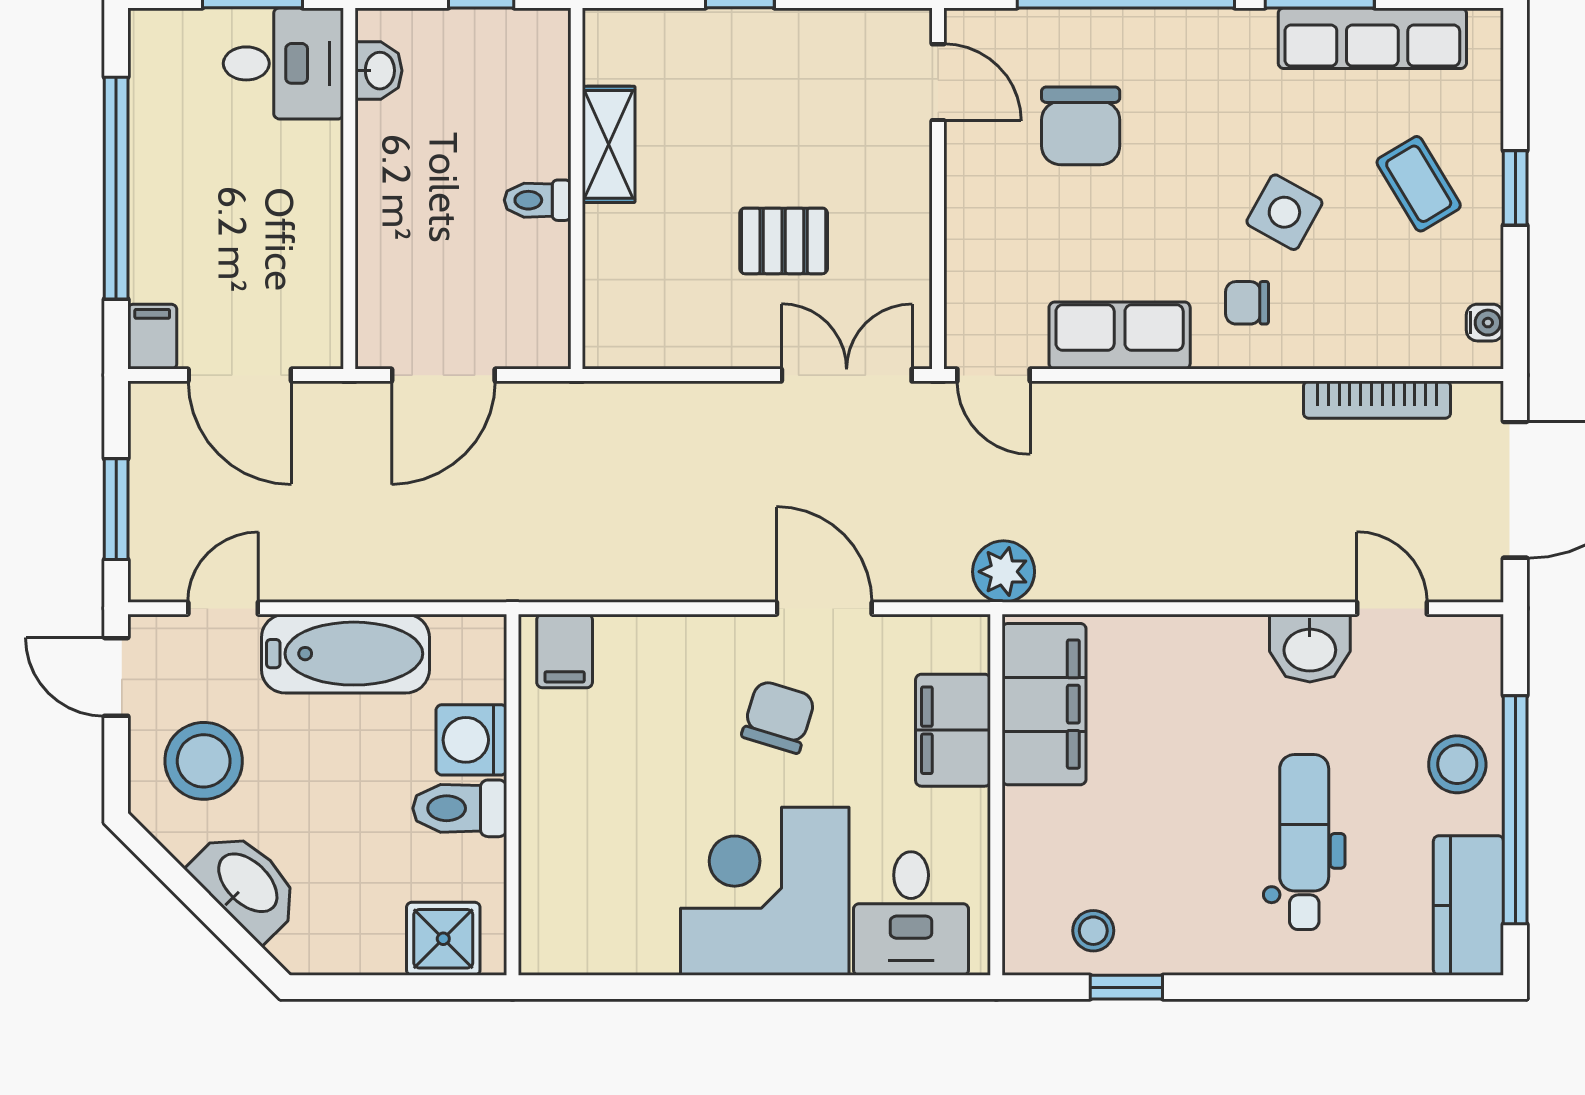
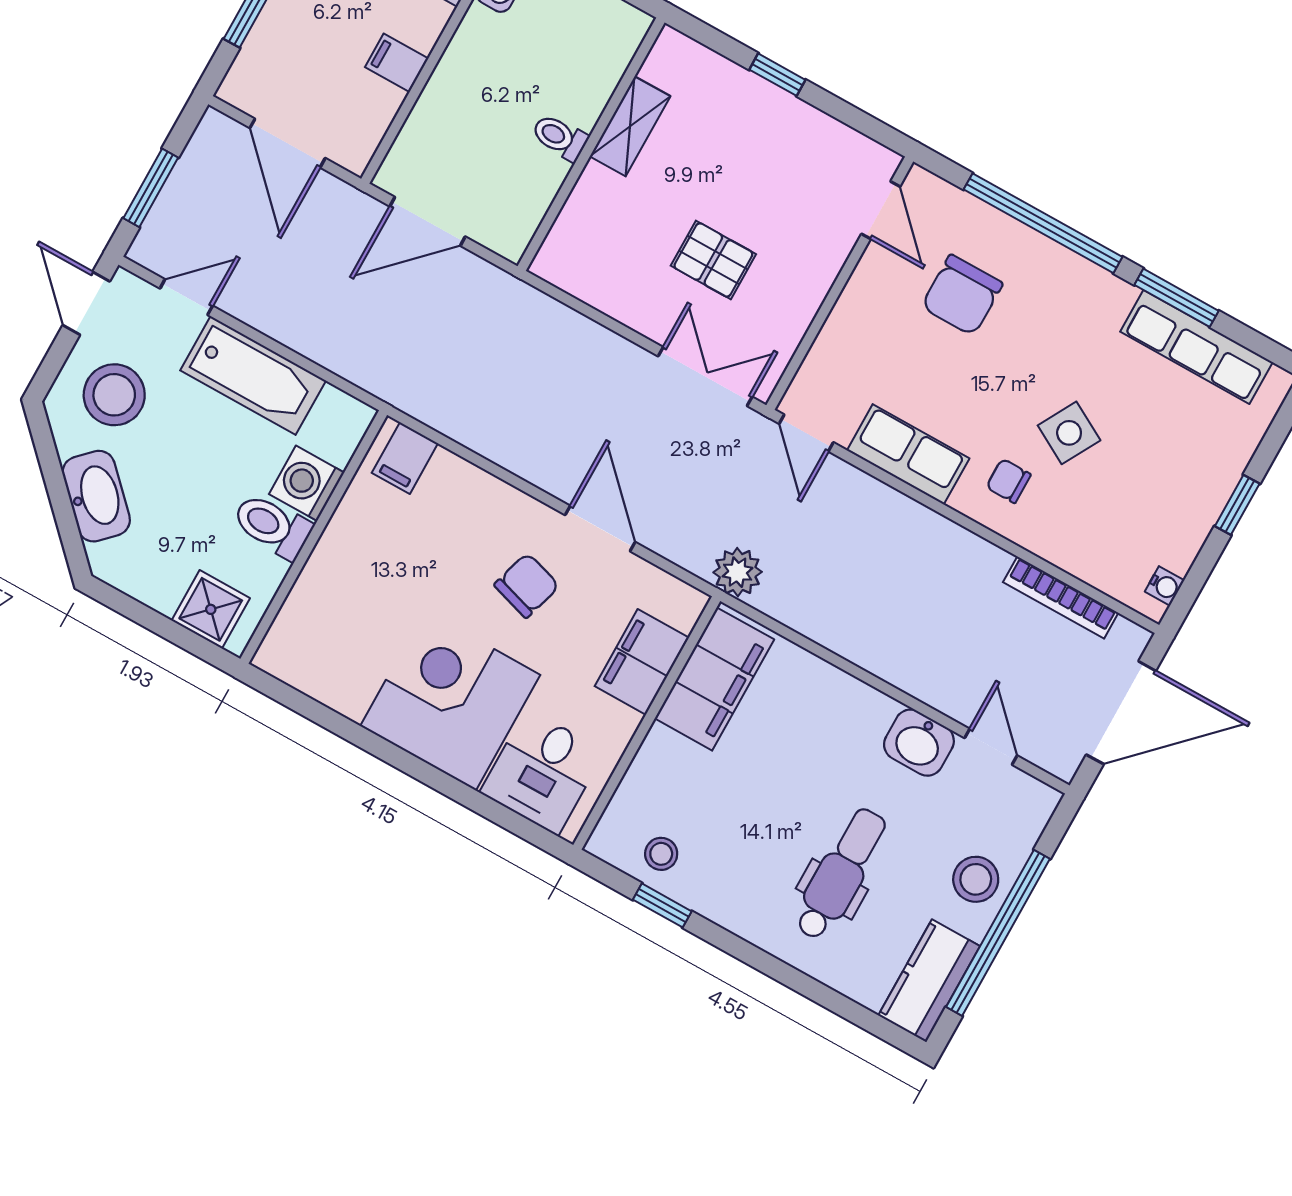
coffee table: (1419, 184) -> (1172, 465), removed
filing cabinet: (152, 337) -> (397, 63), moved, turned -90

